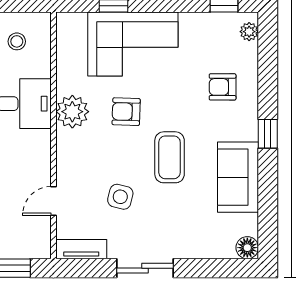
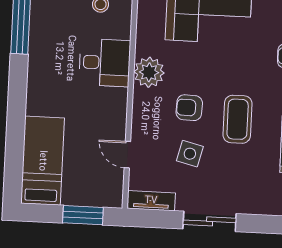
armchair: (126, 112) -> (189, 108), moved
door: (53, 201) -> (127, 155), hinge flipped

